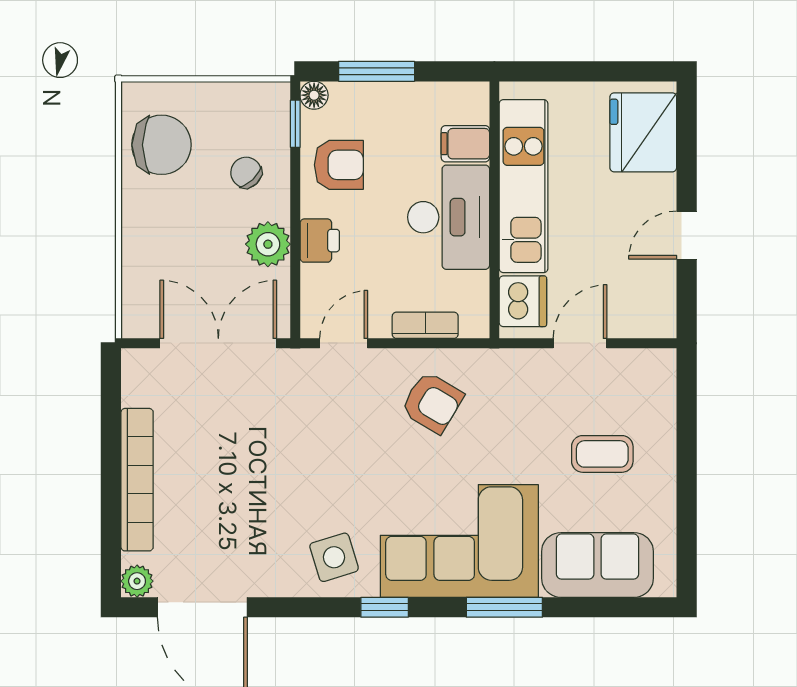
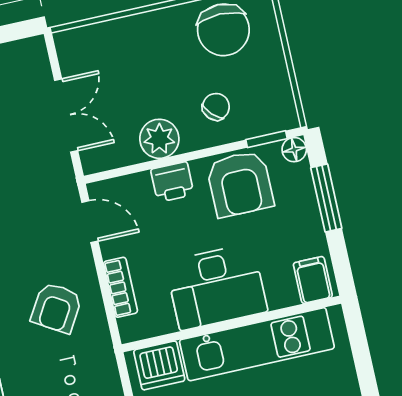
filing cabinet: (465, 144) -> (313, 280), moved
armchair: (339, 165) -> (240, 184), width x1.38, depth x1.38
double door: (218, 343) -> (66, 115), width x0.73

